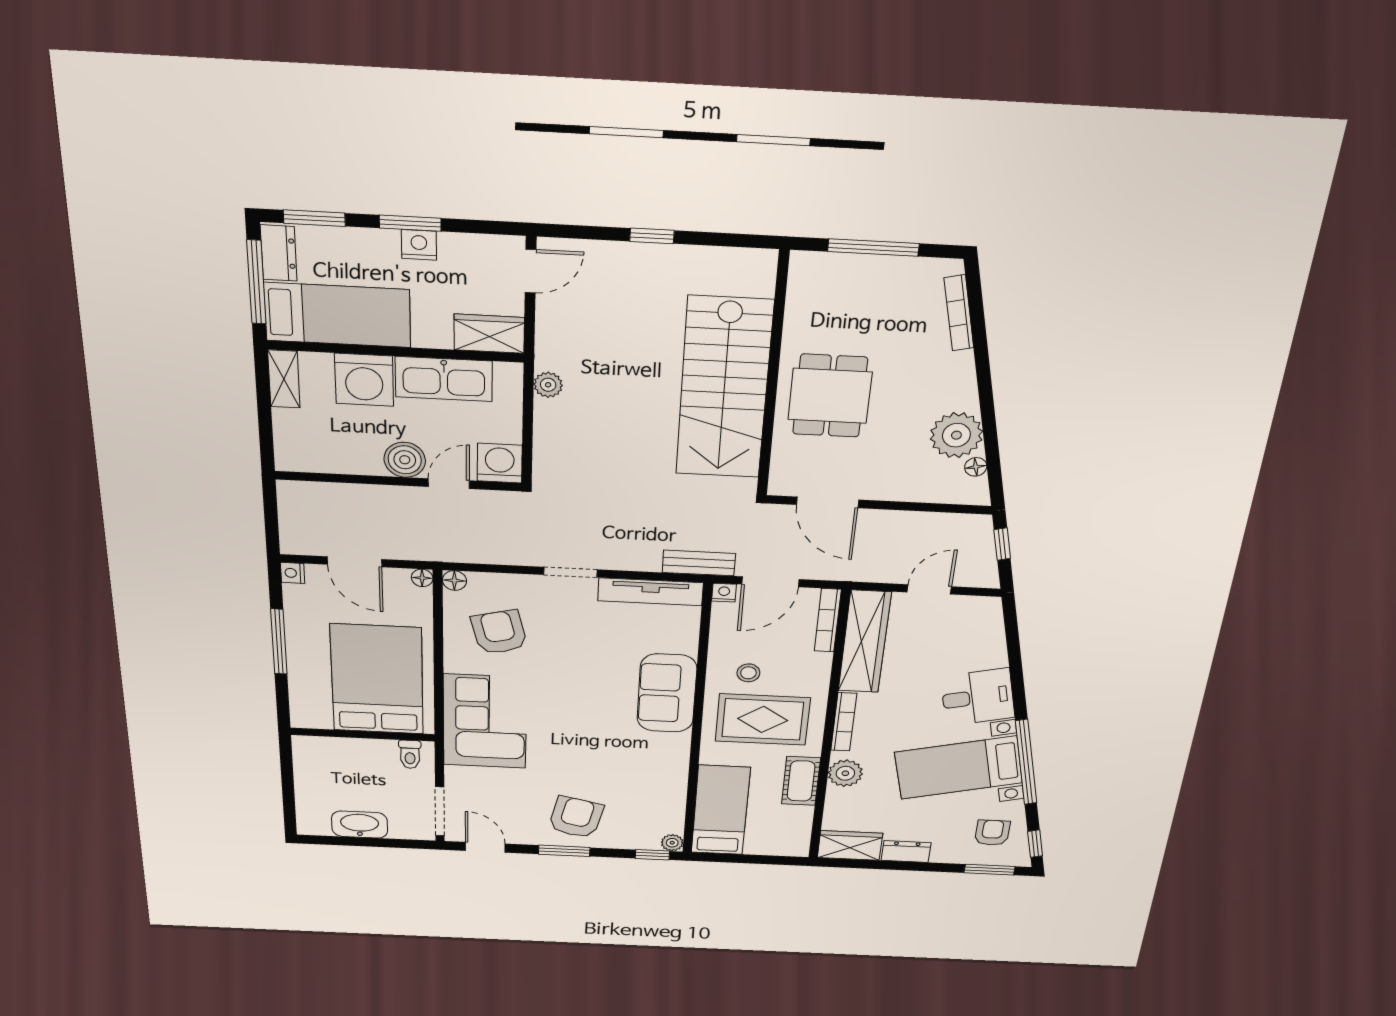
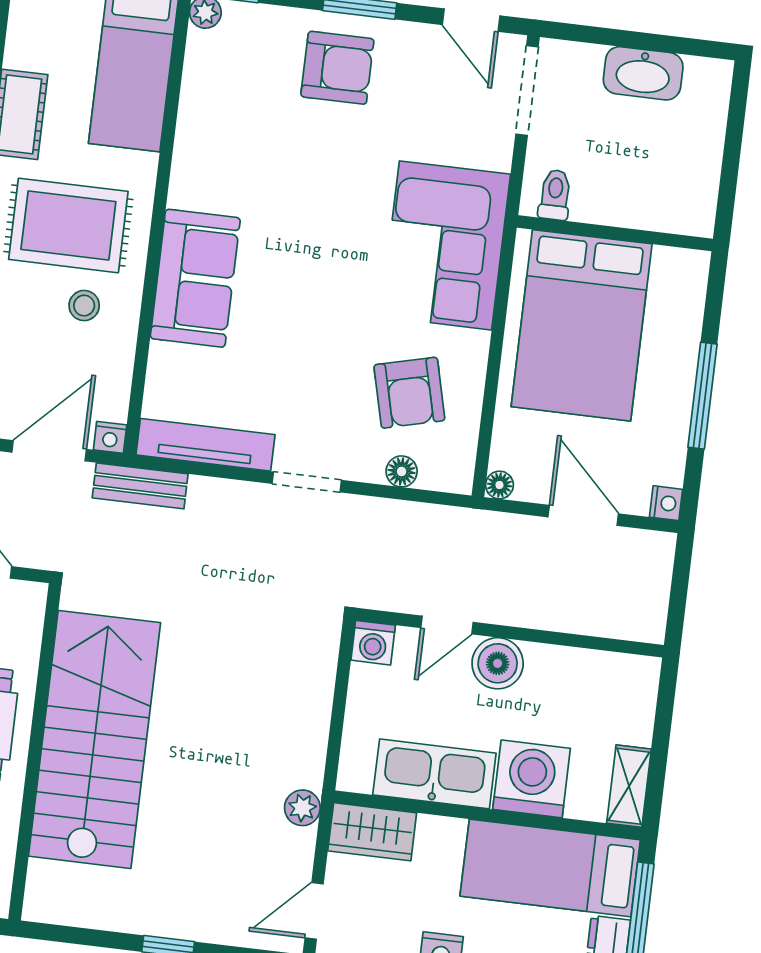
plant: (548, 385) -> (302, 808), moved
washing machine: (500, 463) -> (373, 643), width x0.73, depth x0.73
floor lamp: (454, 581) -> (402, 471), moved
armchair: (576, 817) -> (337, 68), turned -103

